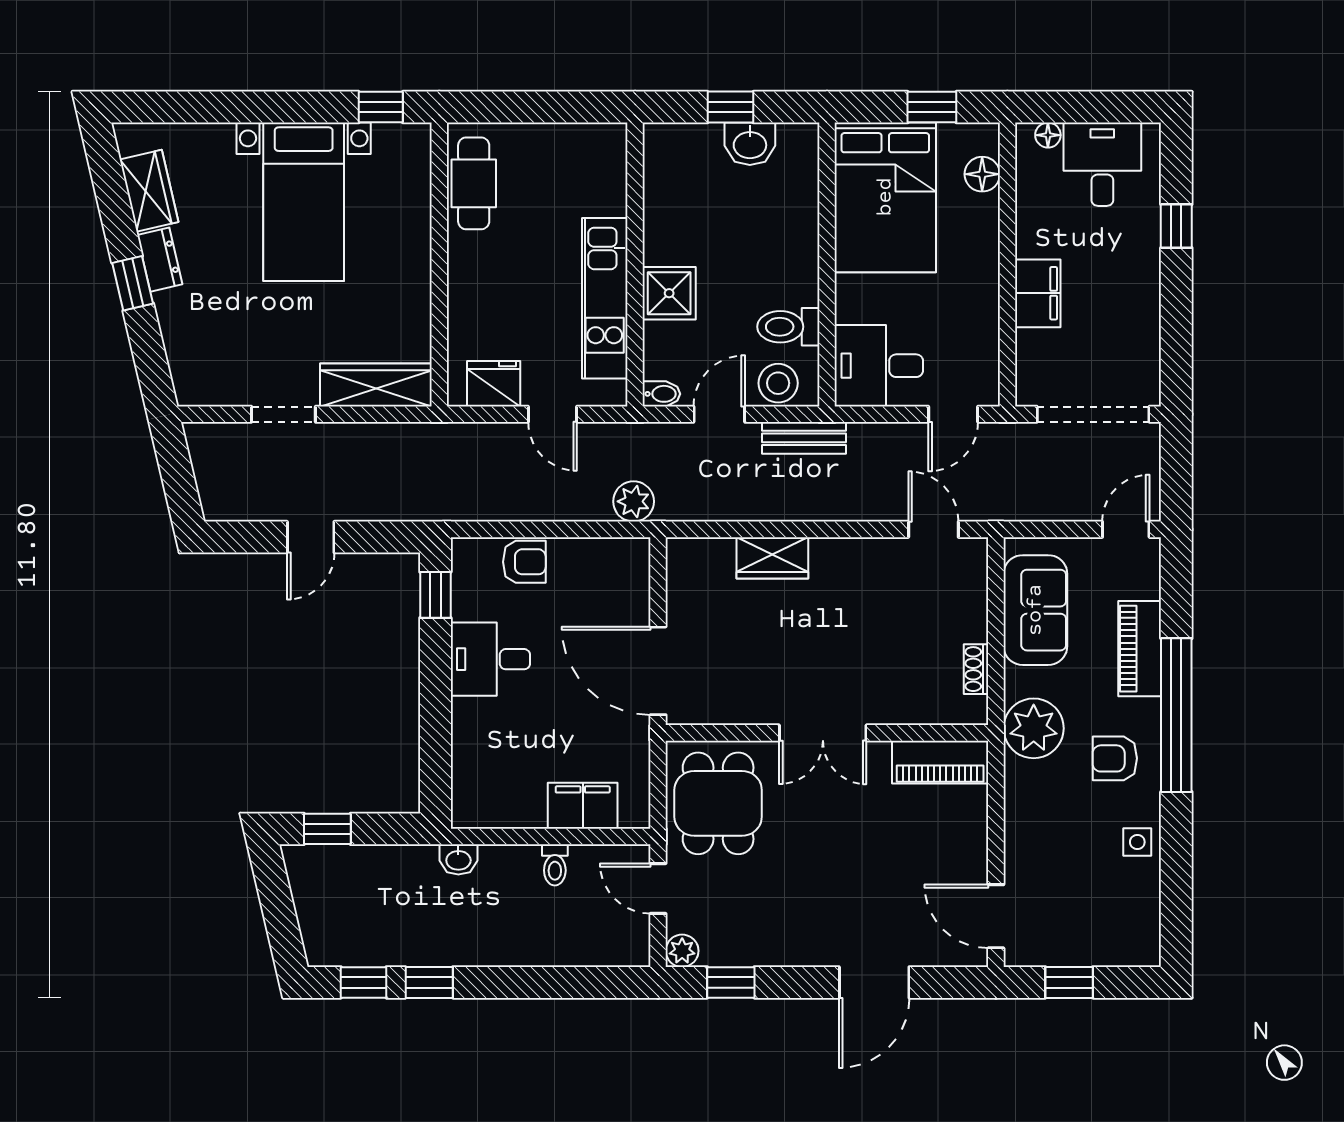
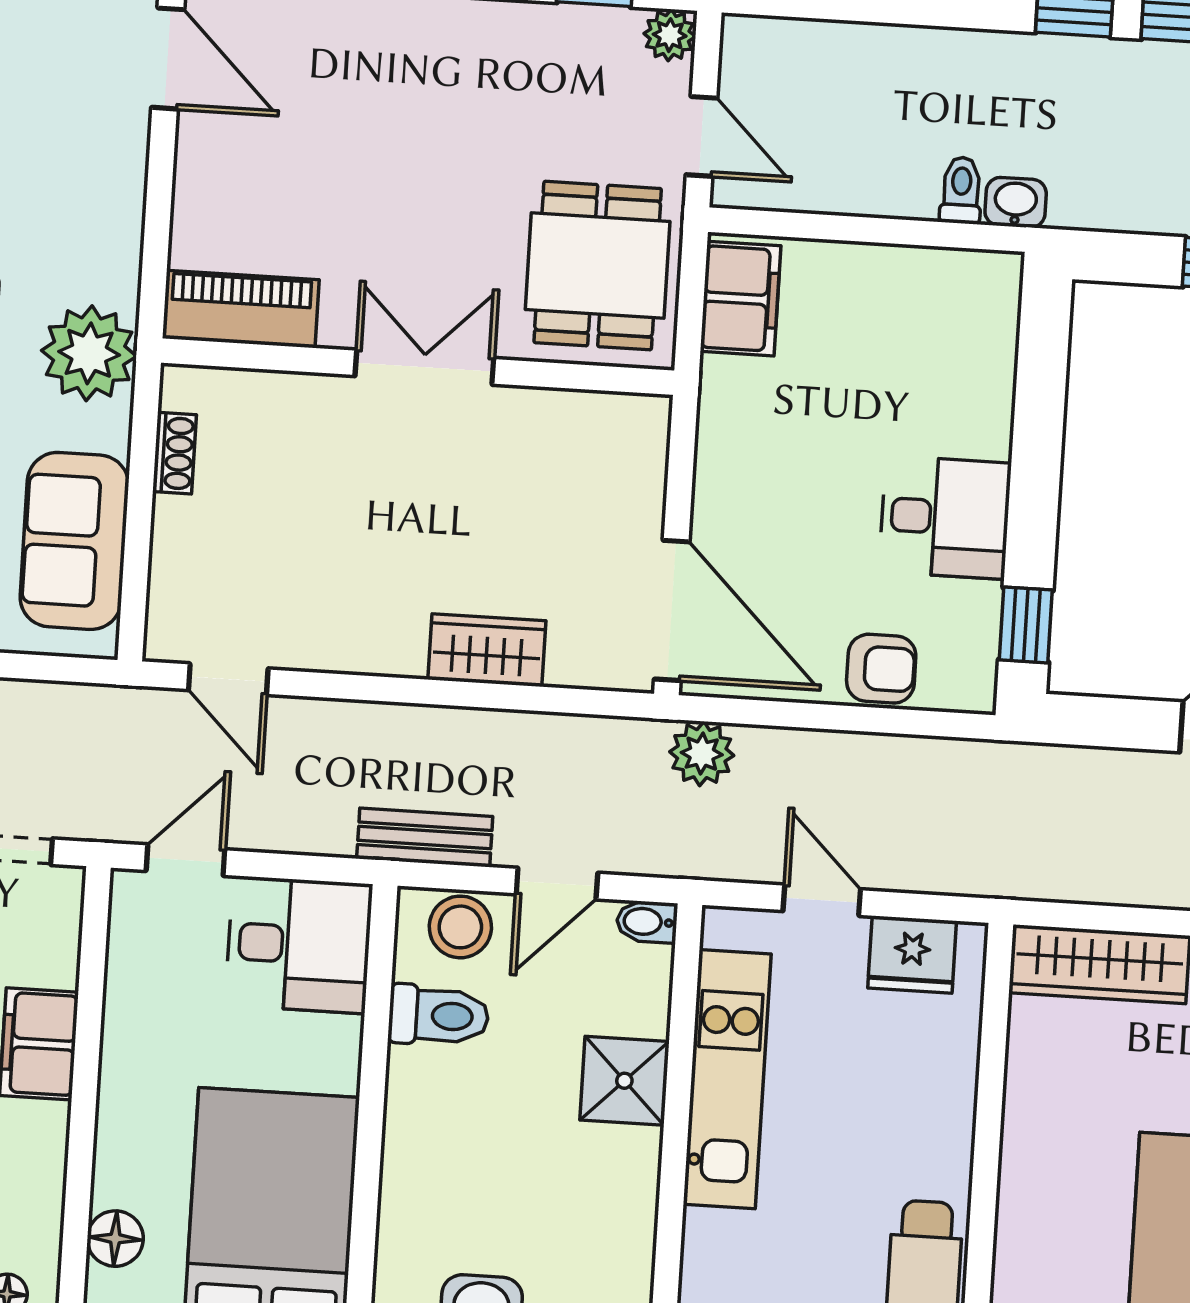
armchair: (524, 562) -> (881, 669), turned 180
door: (658, 671) -> (672, 610), moved
filing cabinet: (583, 806) -> (740, 299), moved, turned -90
toilet: (555, 865) -> (961, 190), moved

